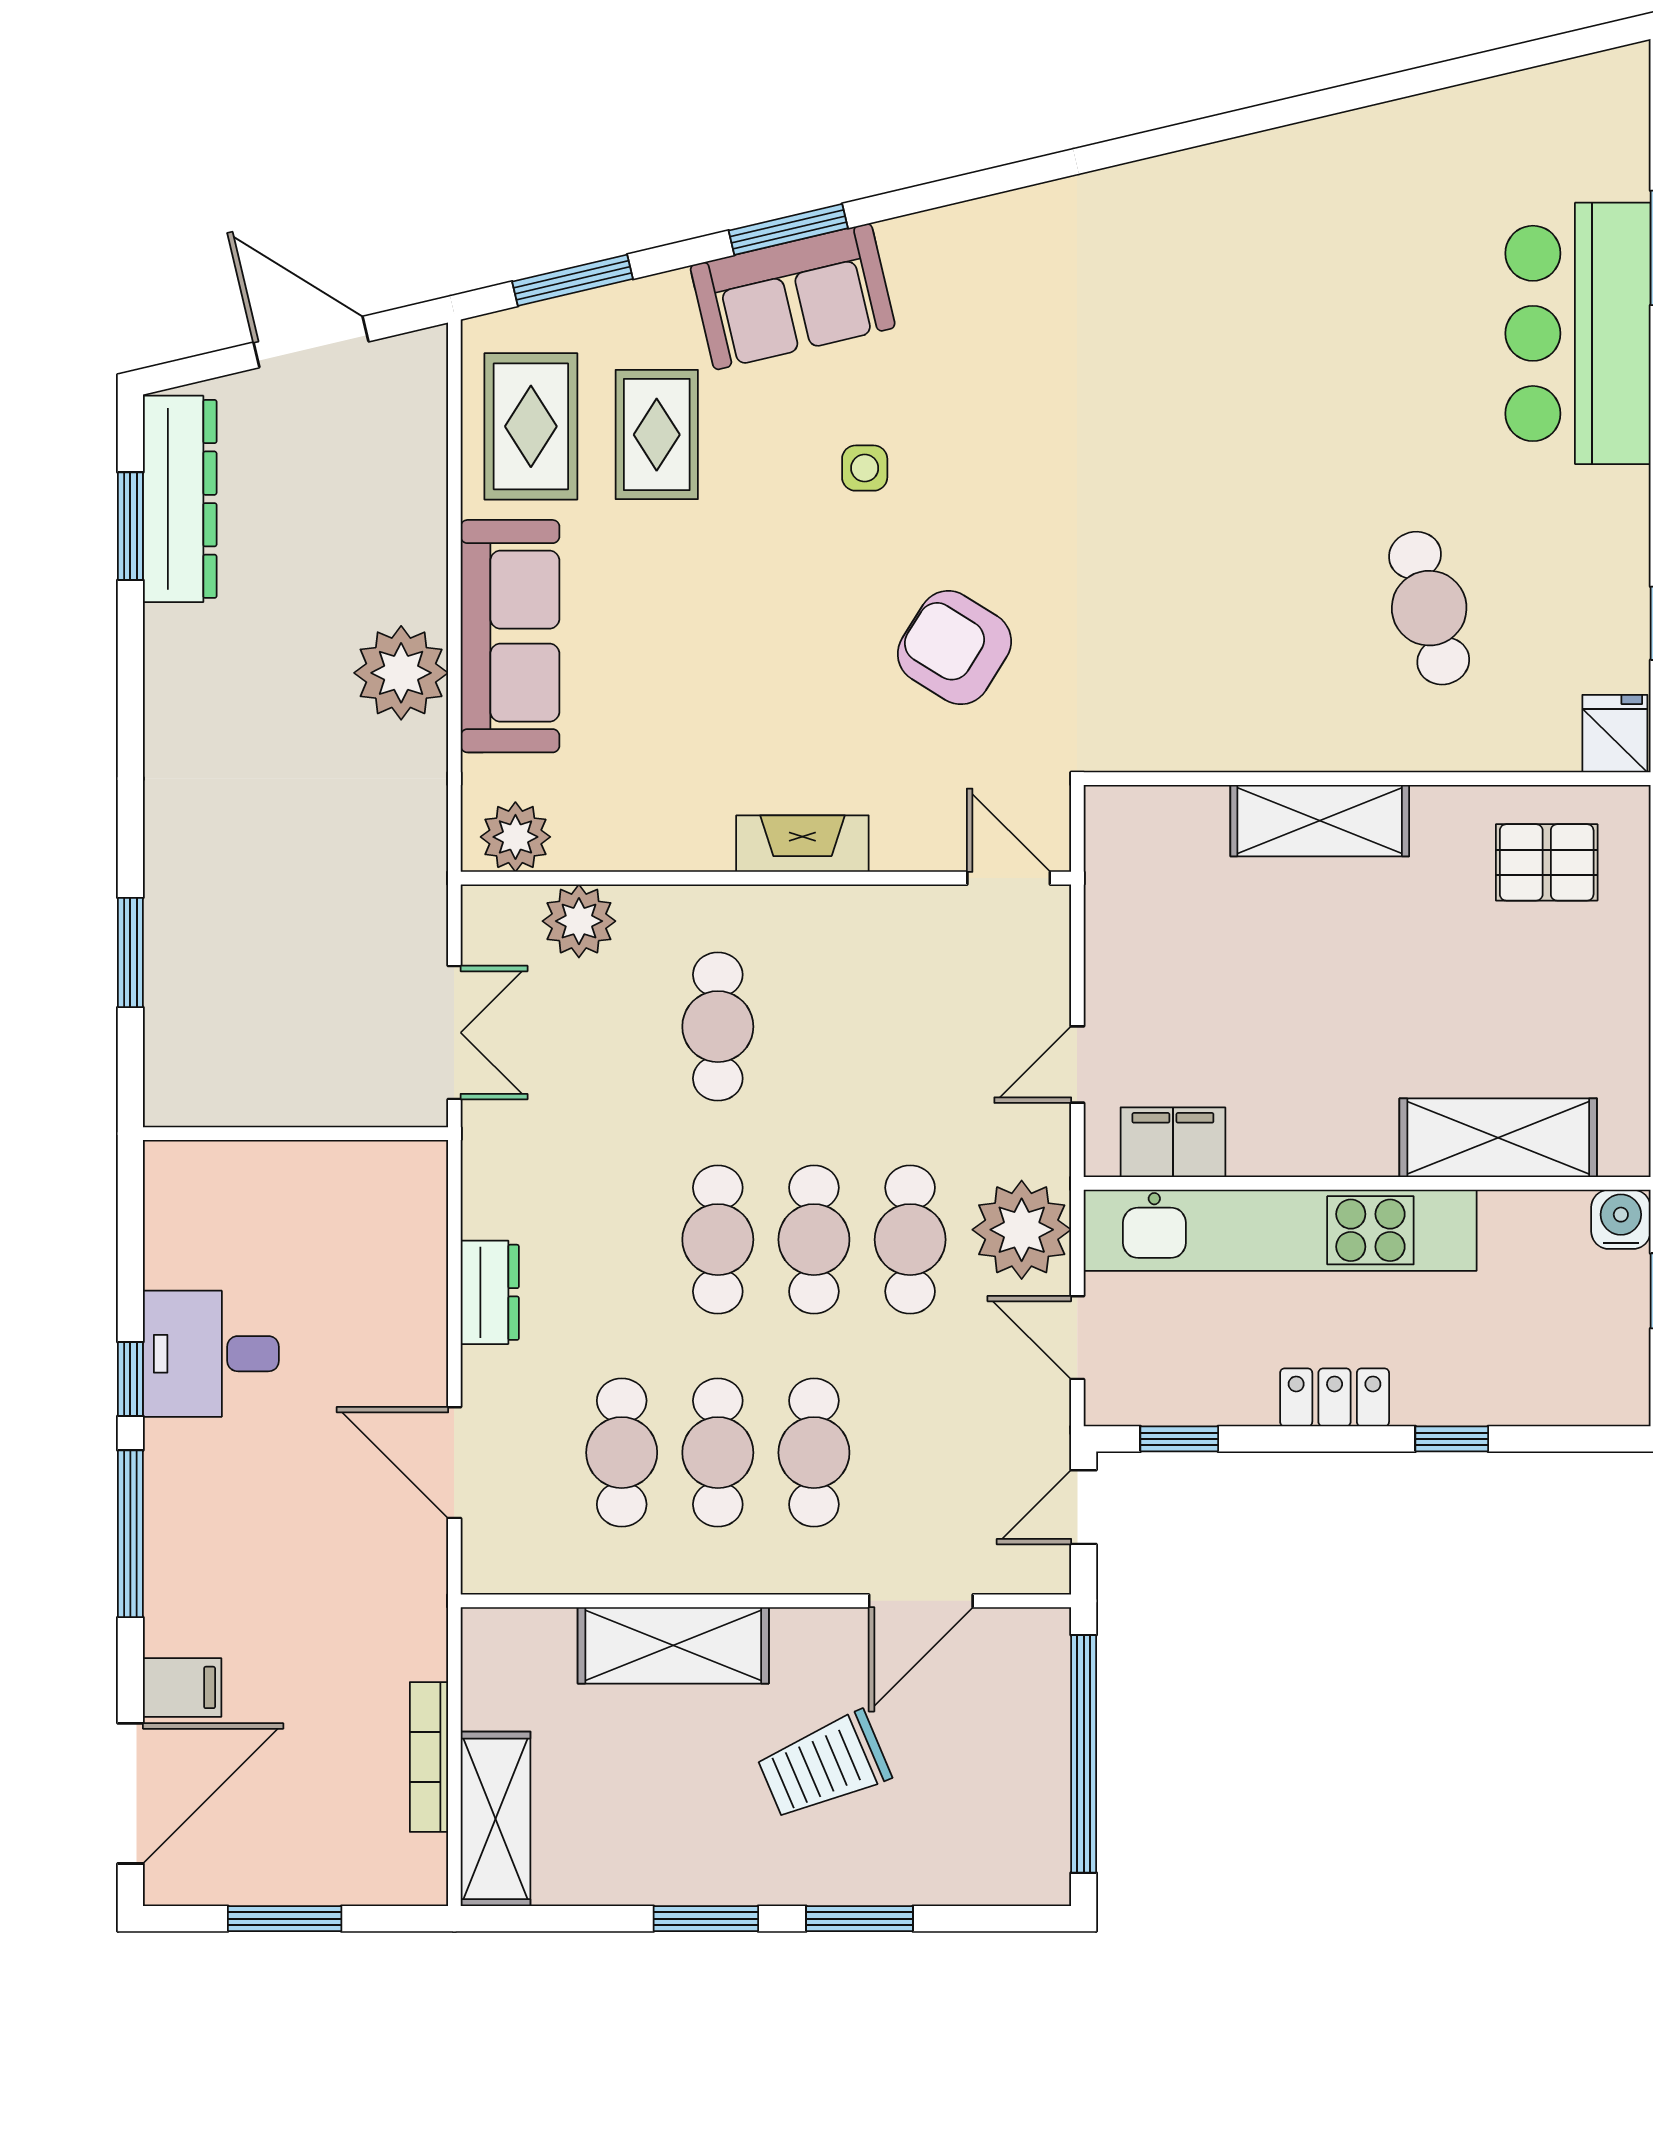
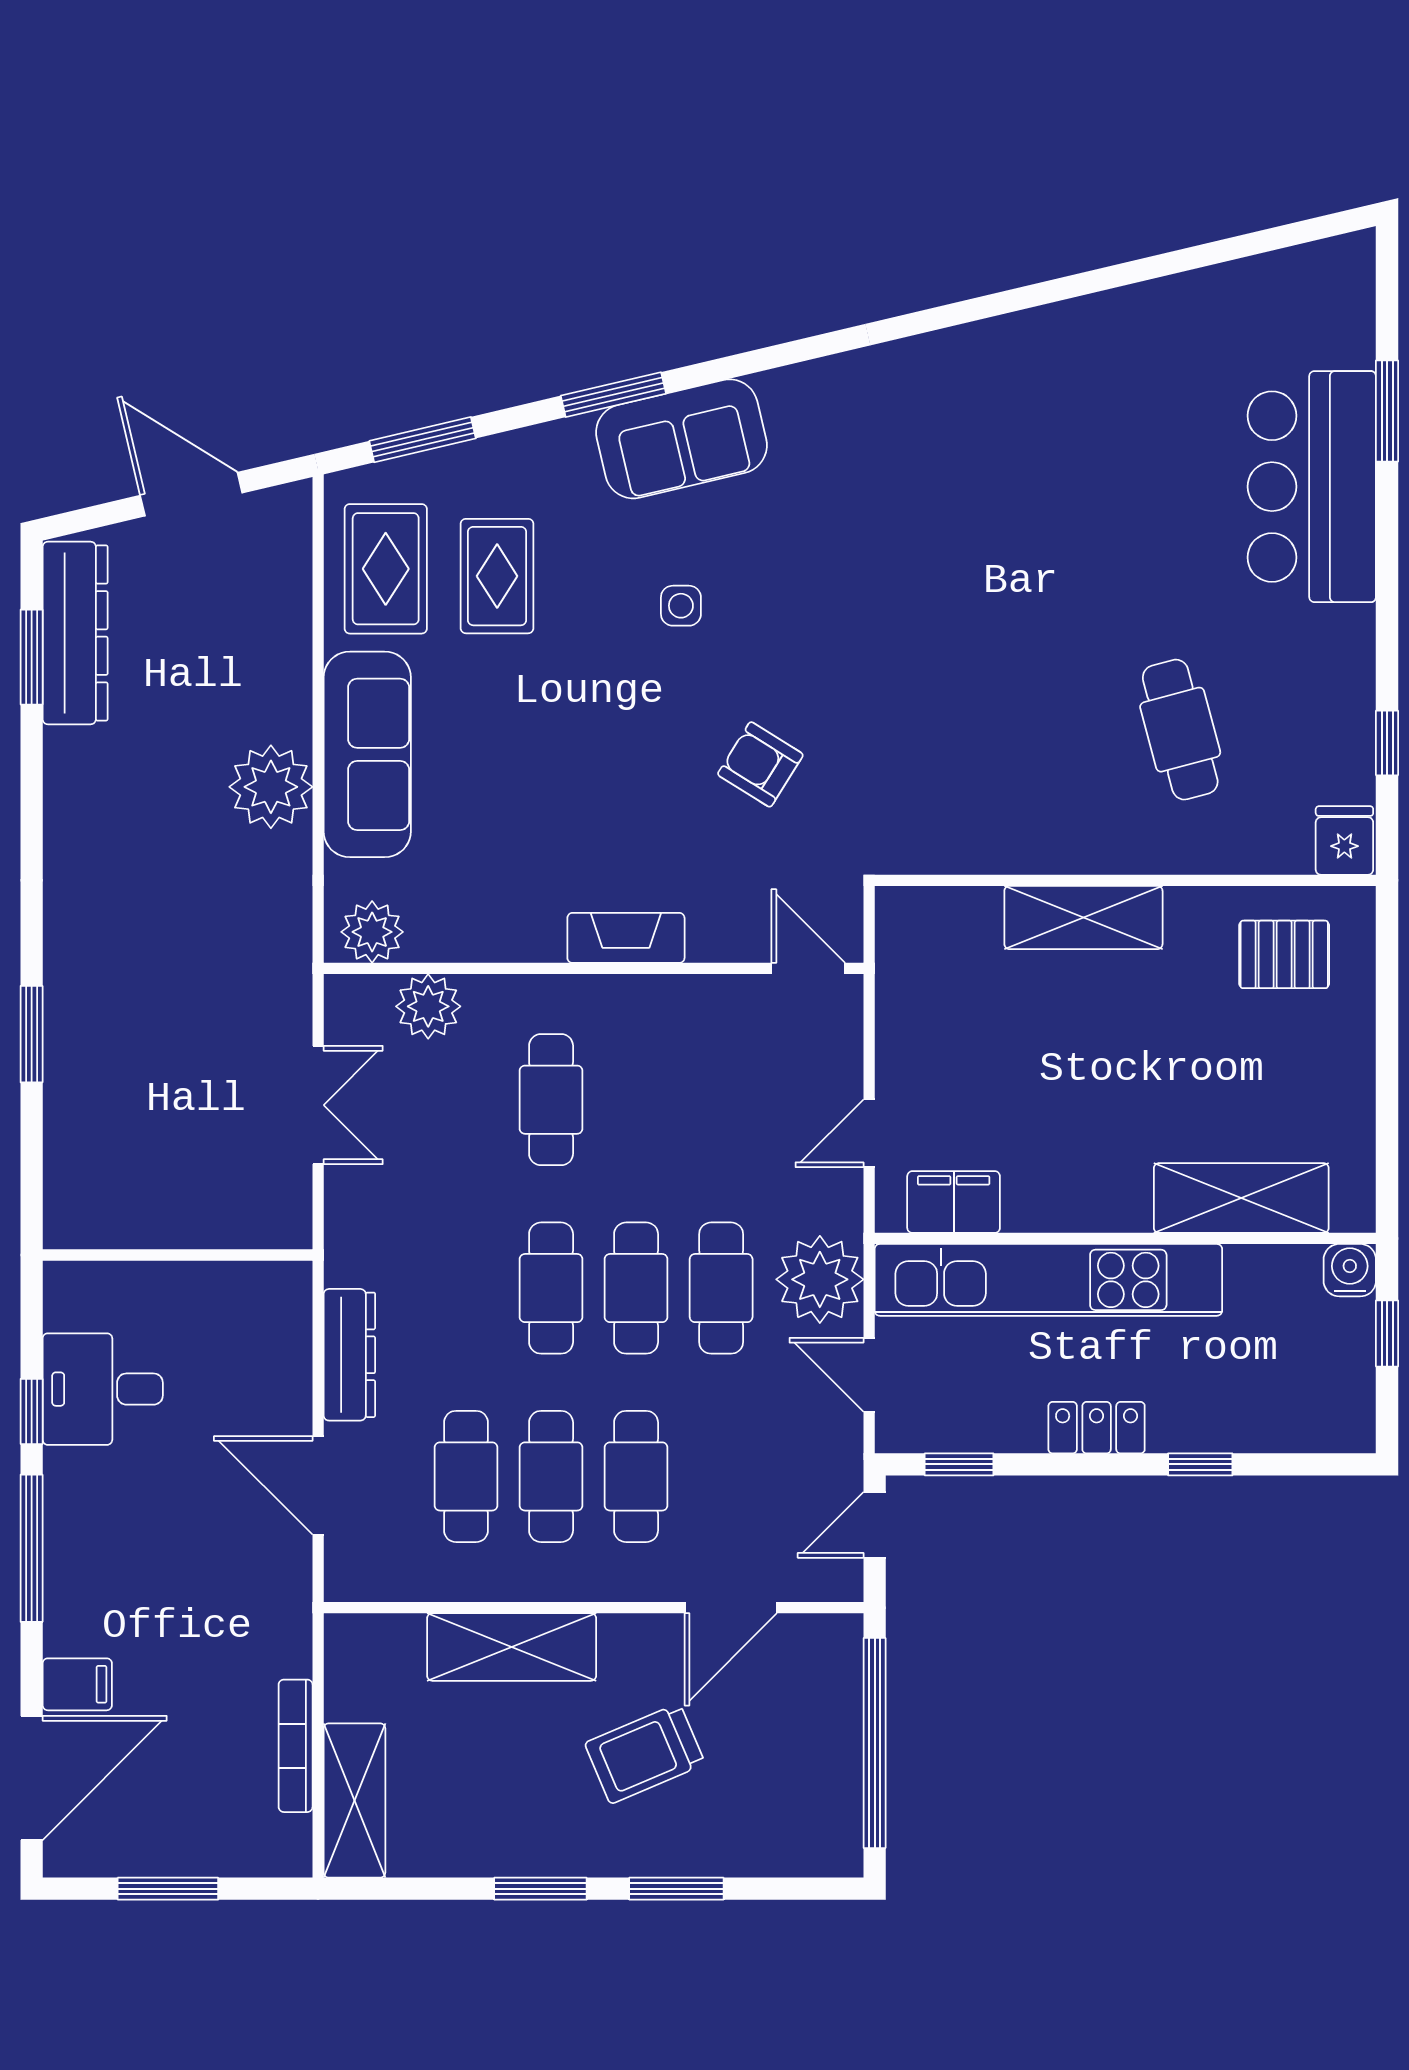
sofa: (793, 297) -> (681, 439), moved
armchair: (954, 648) -> (760, 764), width x0.72, depth x0.72
wall: (296, 1134) -> (178, 1255), moved
dresser: (490, 1292) -> (349, 1355), width x1.44

